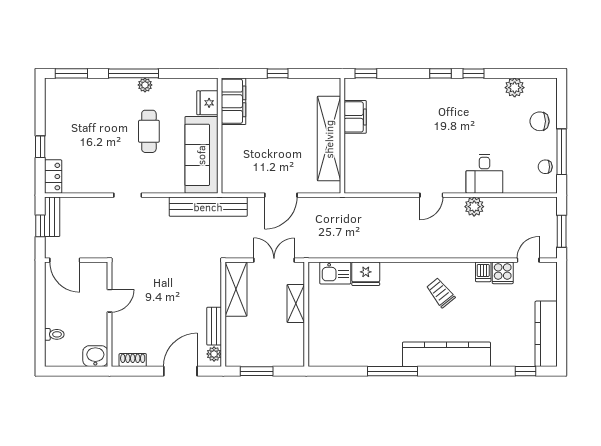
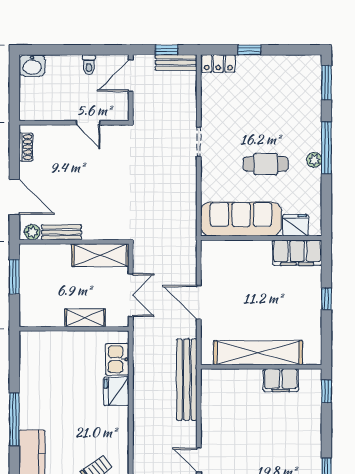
bench: (208, 207) -> (187, 380), moved
toilet: (54, 334) -> (89, 65), moved
washbasin: (95, 356) -> (32, 66), moved, turned 90

